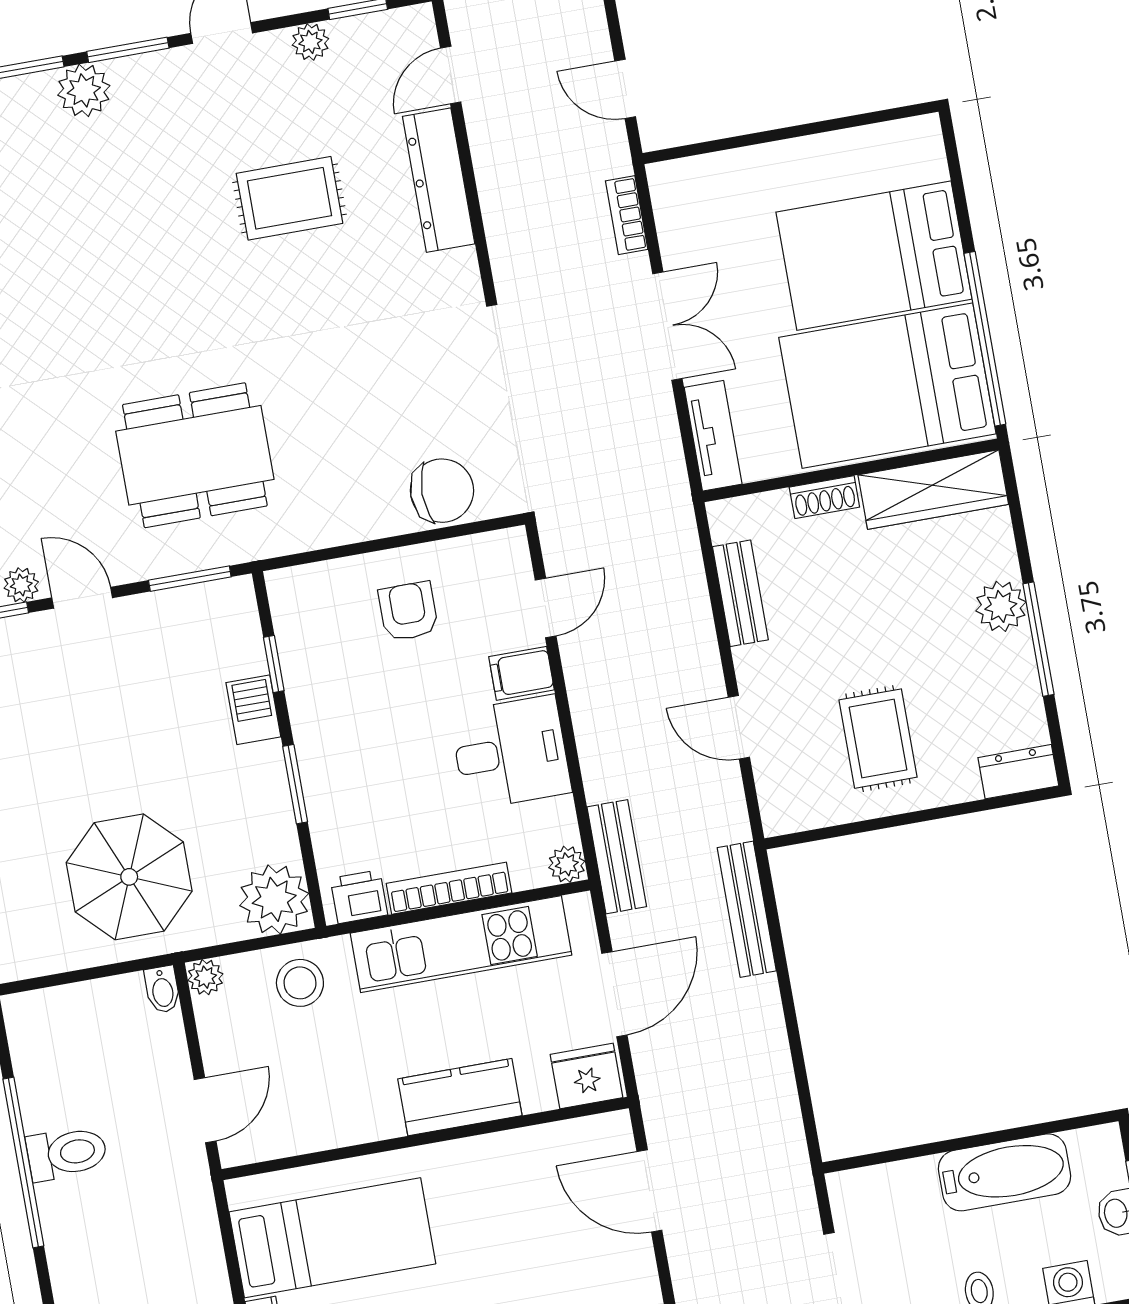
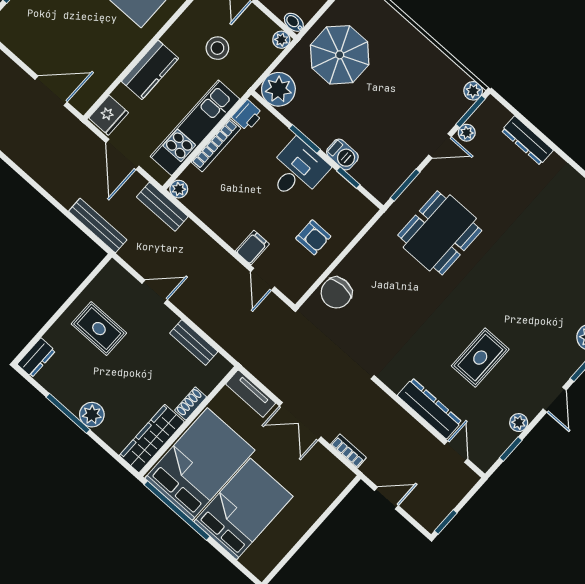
desk: (511, 753) -> (297, 170), moved, turned 180
stool: (300, 983) -> (217, 48), moved

